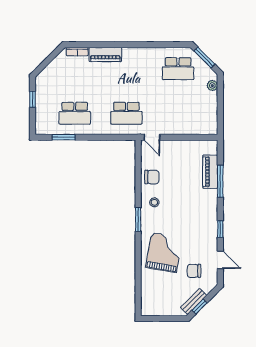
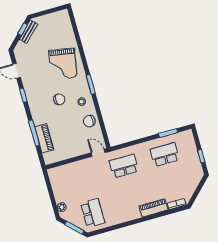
school desk: (178, 69) -> (93, 213), turned 90
chair: (194, 271) -> (59, 99), moved

